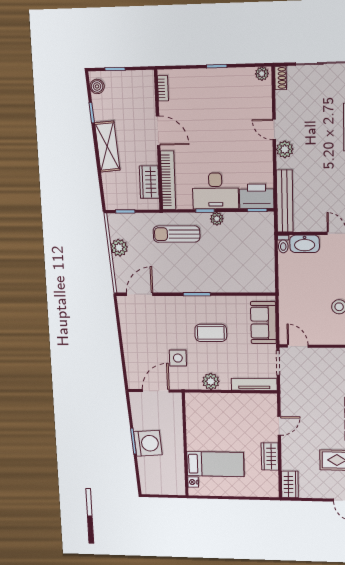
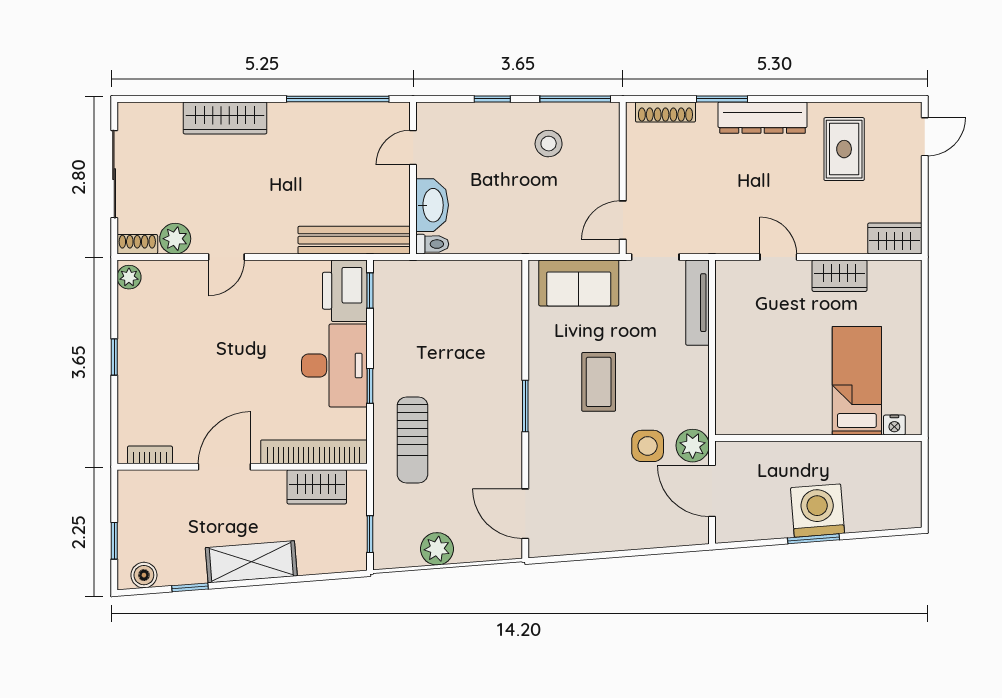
plant: (285, 149) -> (175, 239), moved
plant: (217, 219) -> (385, 364), removed
plant: (211, 381) -> (693, 446), moved

